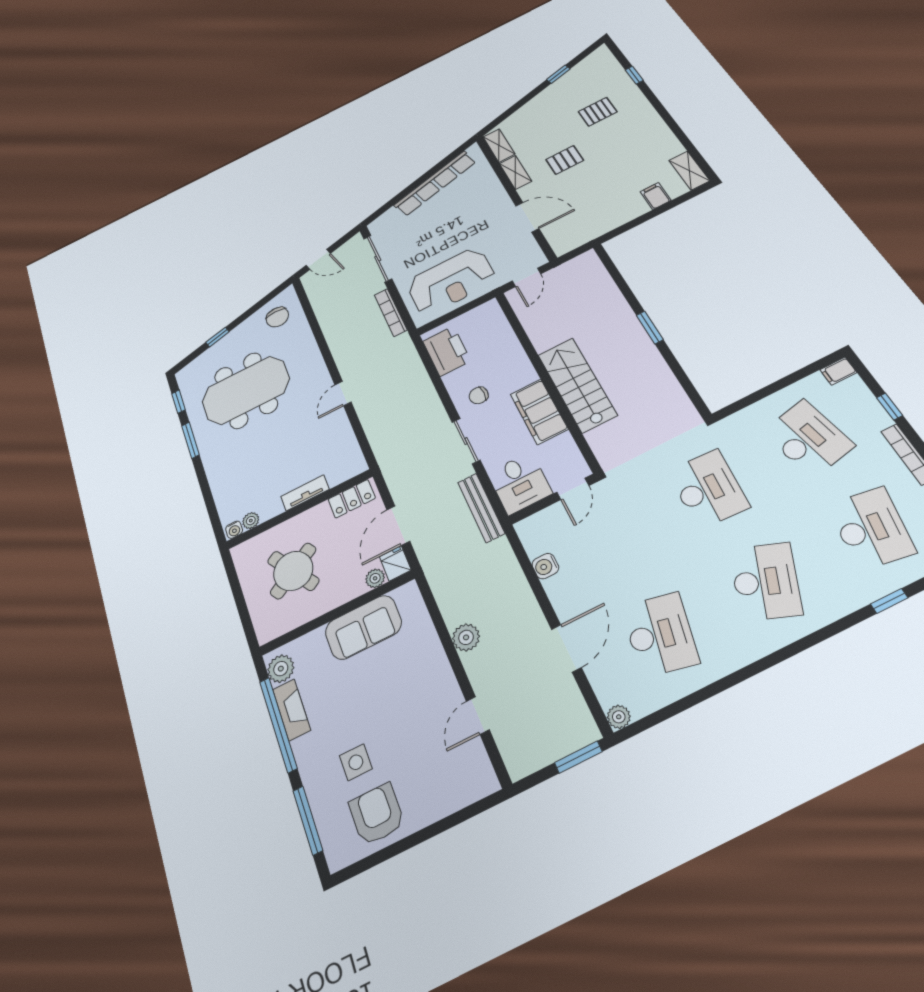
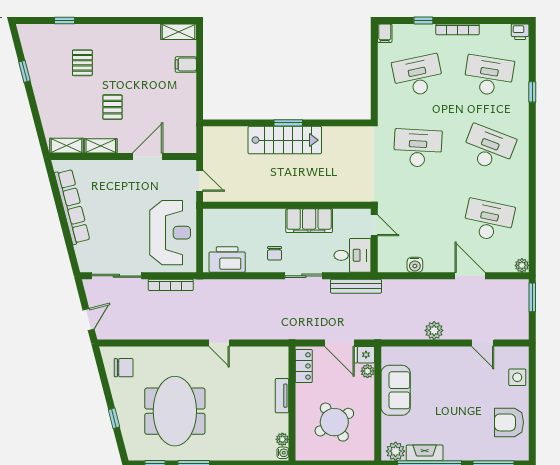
stairs: (577, 385) -> (285, 140), moved, turned 180
side table: (356, 762) -> (517, 377), moved

